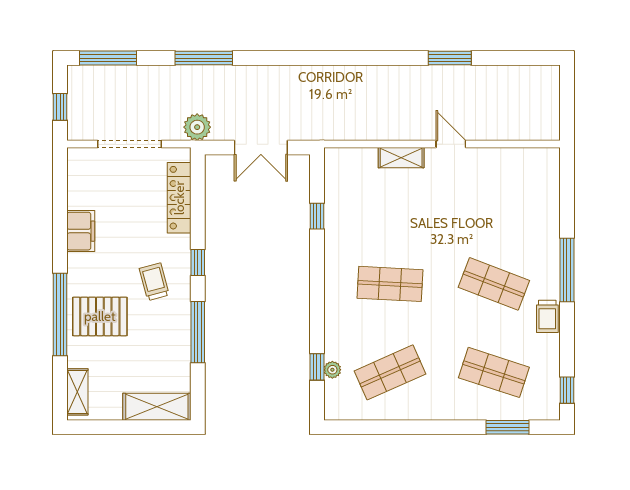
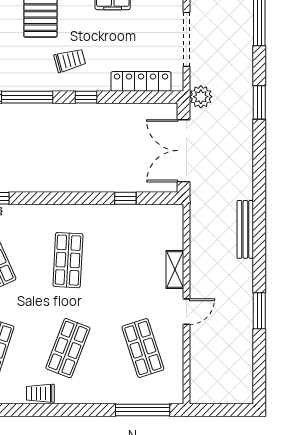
window: (204, 58) -> (259, 102), width x0.69
bench: (354, 75) -> (245, 229), added
double door: (261, 147) -> (184, 151), width x1.37
shop shelf: (494, 195) -> (143, 348), added
window: (567, 270) -> (143, 410), moved

